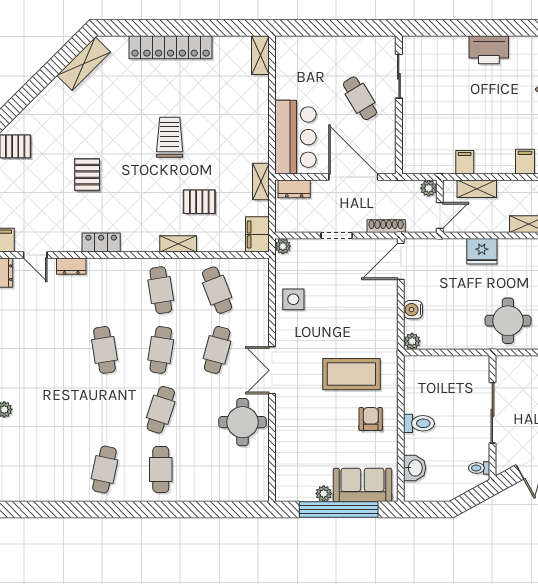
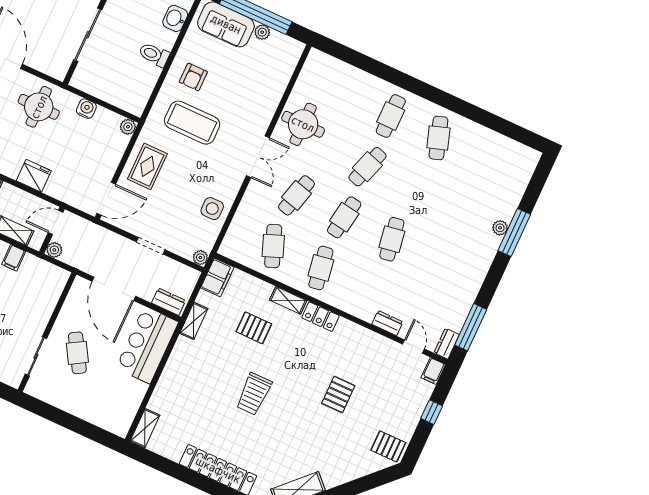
shoe rack: (386, 226) -> (105, 234), removed
locker: (101, 242) -> (320, 317), moved
water cooler: (413, 310) -> (86, 109), moved, turned -90
rug: (375, 311) -> (147, 166), added
cafe table: (104, 469) -> (438, 138), turned -30

